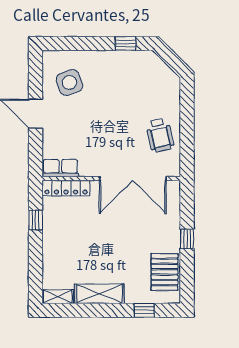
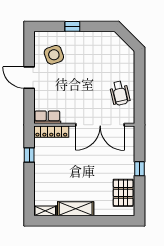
window: (126, 44) -> (72, 26), moved
window: (144, 310) -> (108, 221), removed

